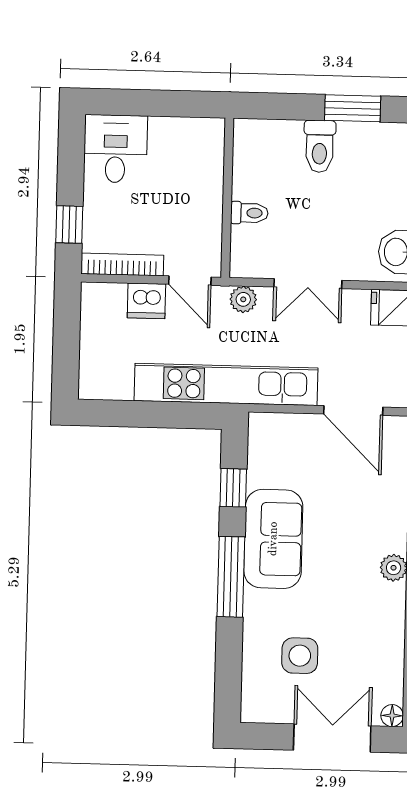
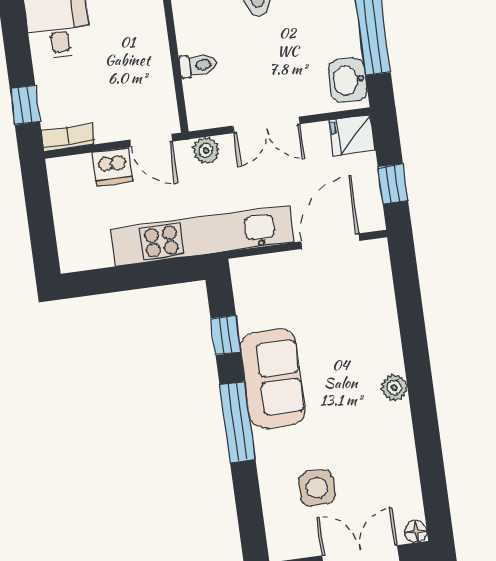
bookcase: (122, 264) -> (68, 137), width x0.64
door: (353, 411) -> (330, 241), swing flipped

